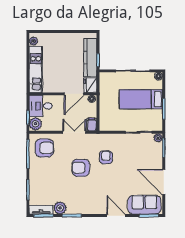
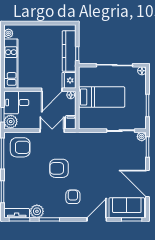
bed: (141, 99) -> (102, 97), moved, turned 180
armchair: (106, 157) -> (73, 197), moved
door: (116, 216) -> (97, 219), hinge flipped

